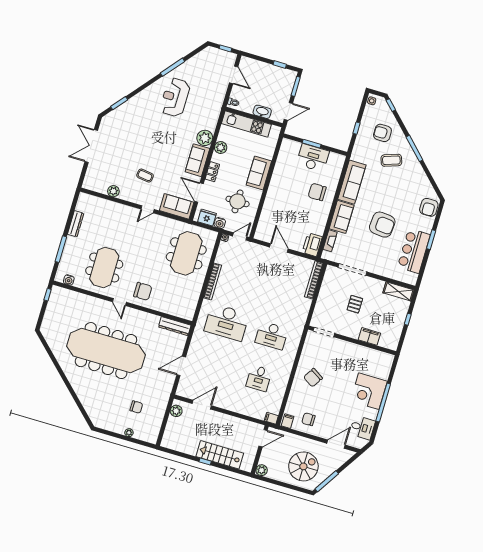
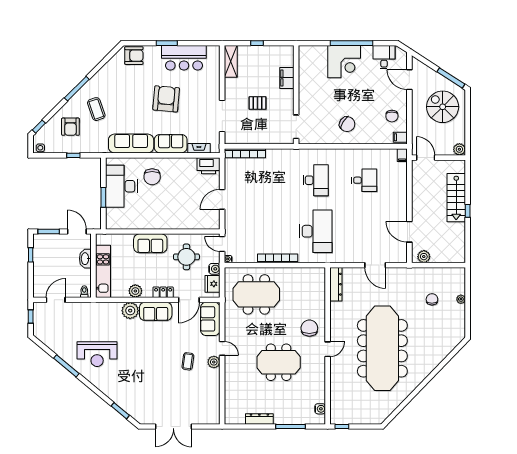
desk: (313, 158) -> (121, 186), width x1.36, depth x1.30
plant: (113, 191) -> (214, 362), moved
meeting table: (104, 267) -> (279, 362), moved

